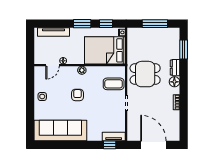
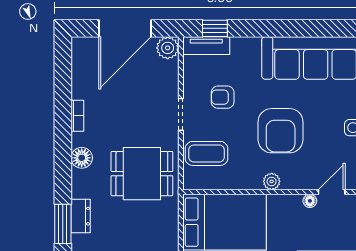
dresser: (175, 68) -> (81, 216), moved
armchair: (77, 95) -> (281, 131), width x1.88, depth x1.88
armchair: (106, 111) -> (223, 97), added
plant: (133, 135) -> (168, 48), added
door: (153, 145) -> (125, 28), hinge flipped

